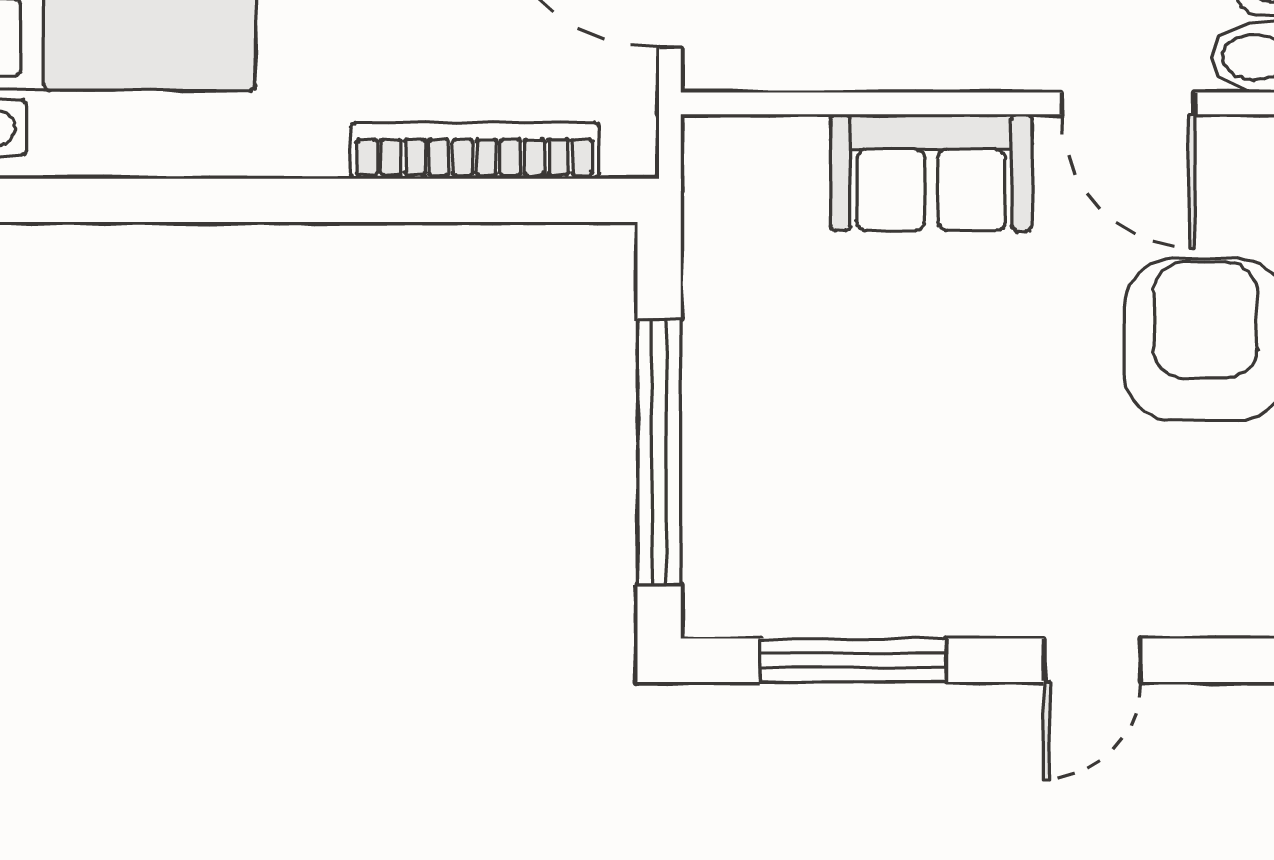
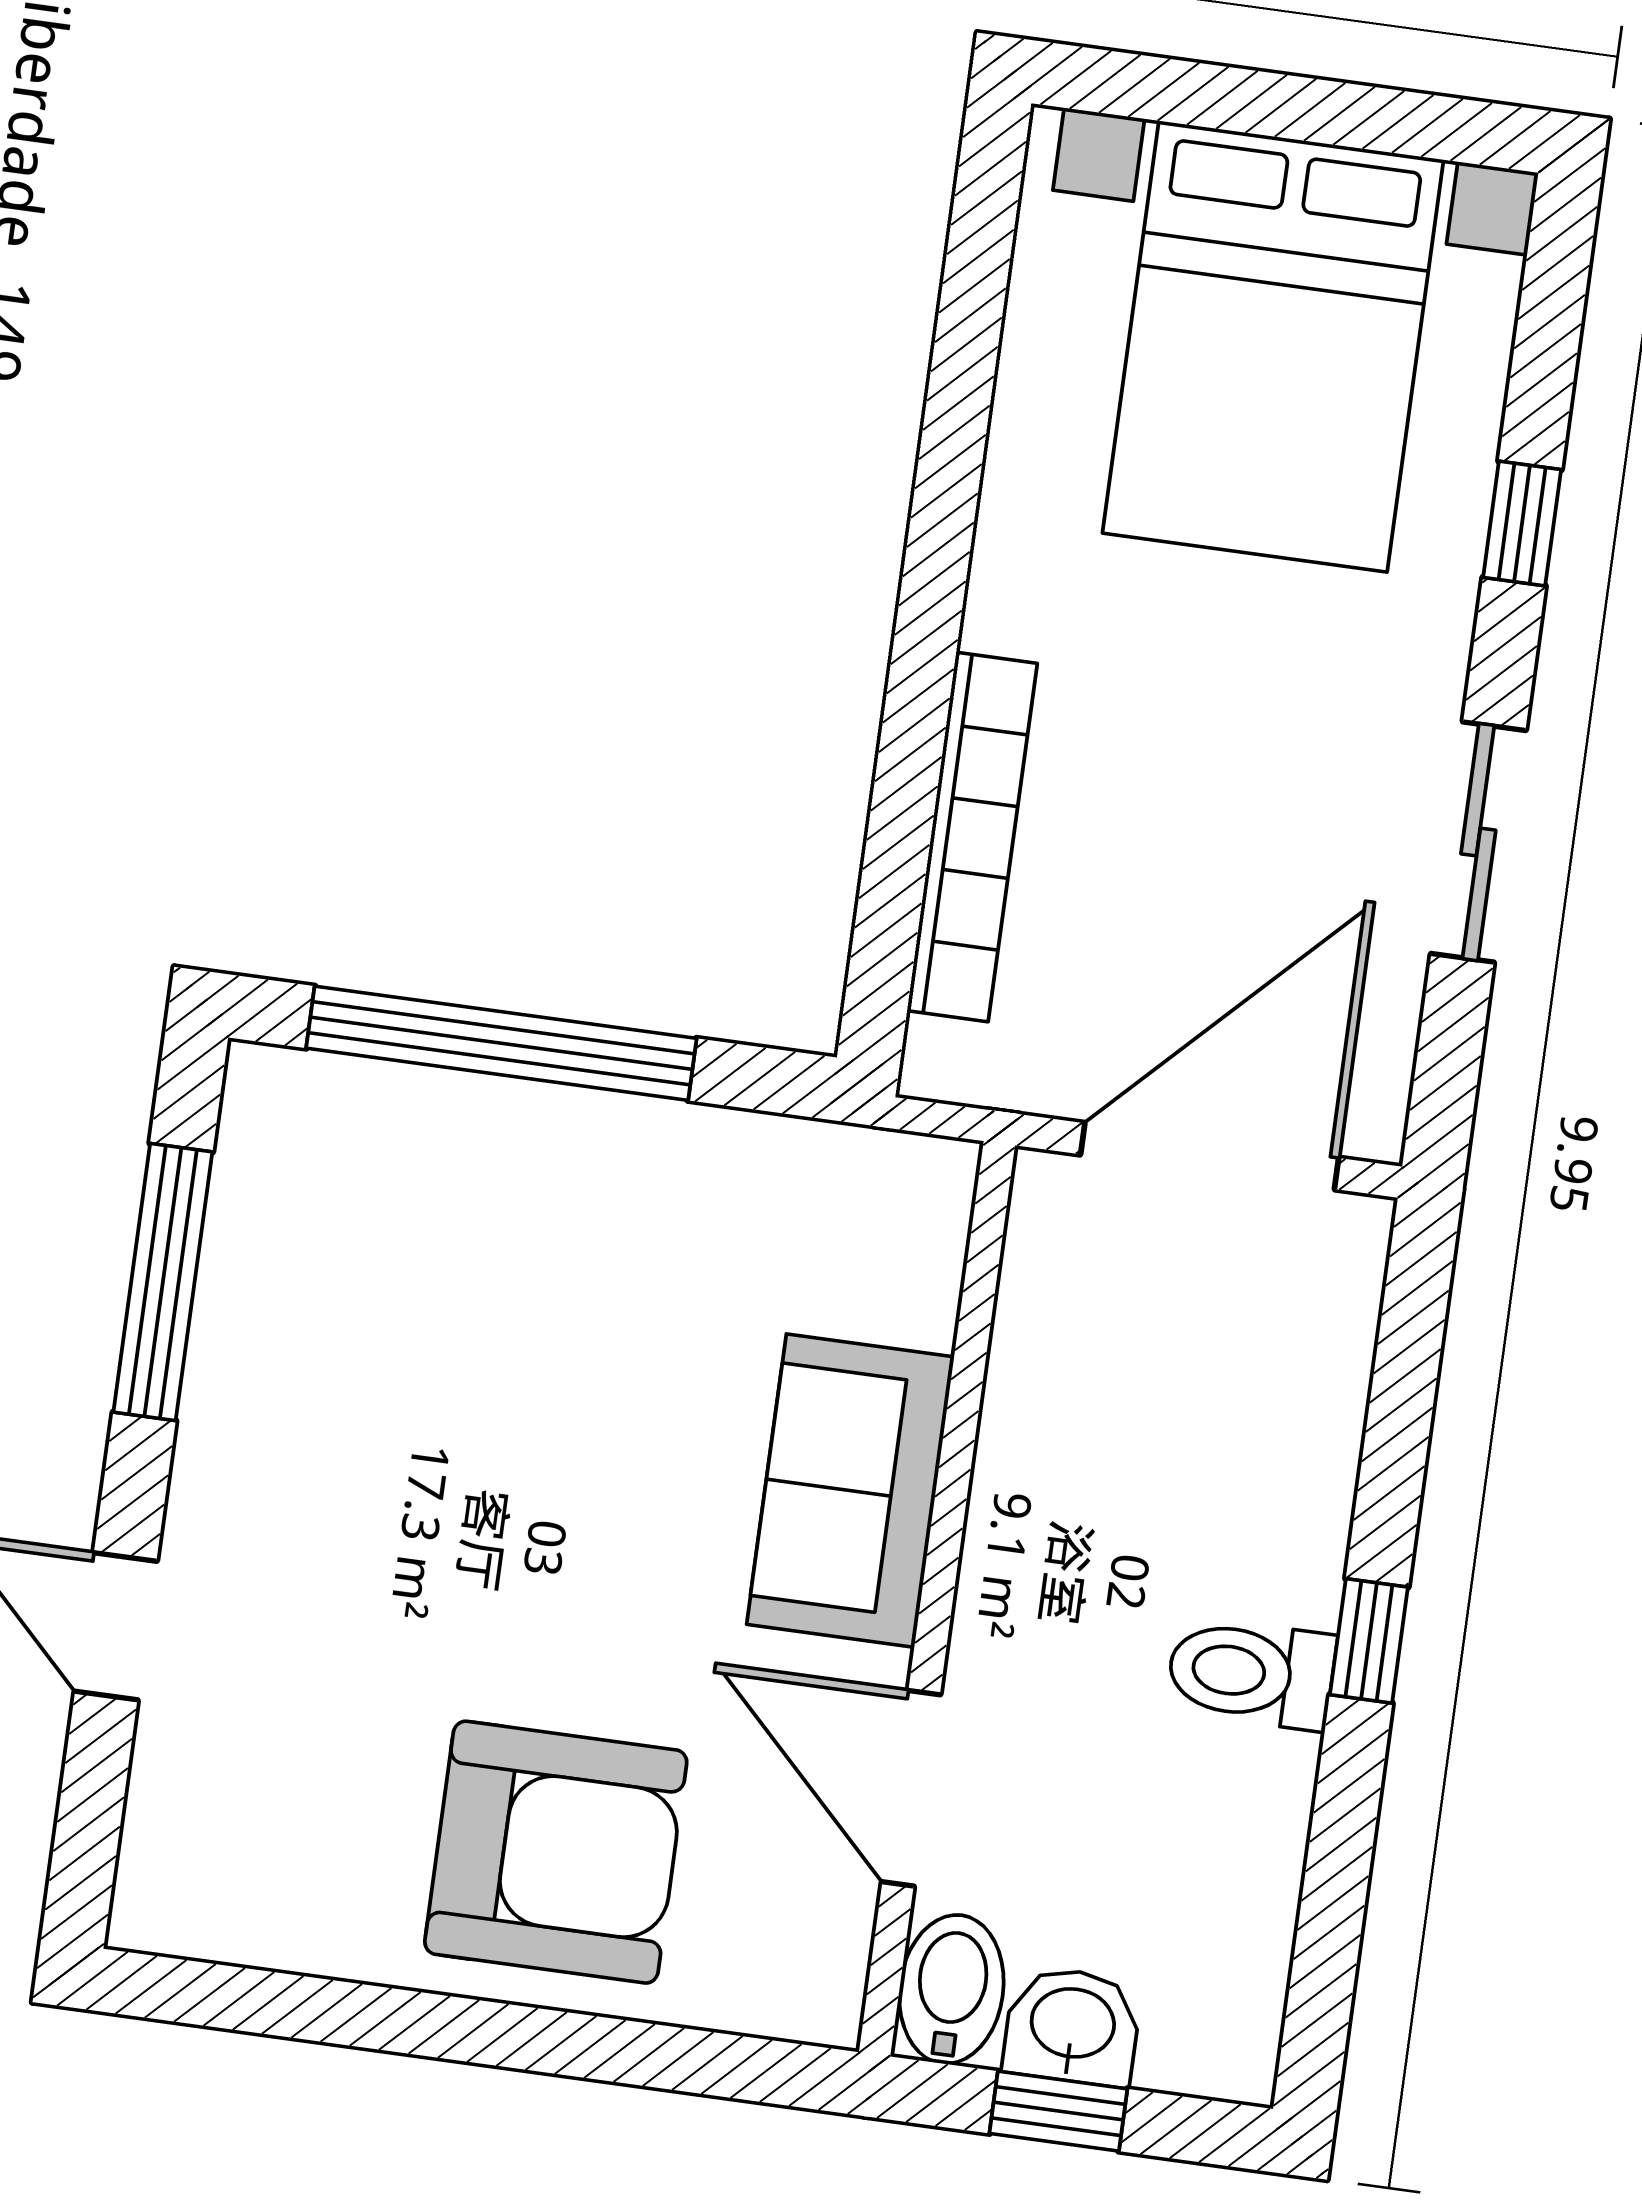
door: (1128, 103) -> (911, 1788), hinge flipped

